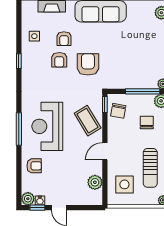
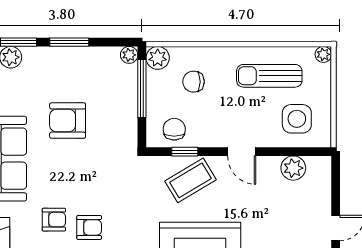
armchair: (88, 64) -> (68, 121), moved
window: (105, 104) -> (185, 152), moved
chair: (118, 111) -> (174, 129), turned -100
sun lounger: (150, 168) -> (269, 76), turned 180

